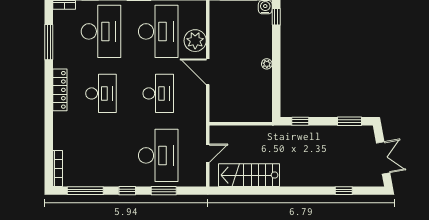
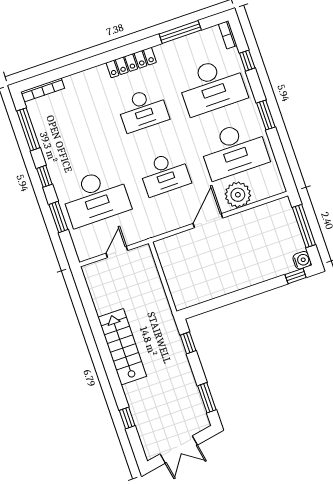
plant: (267, 64) -> (239, 284), removed
door: (208, 153) -> (117, 252), swing flipped
stairs: (249, 175) -> (122, 347), moved

